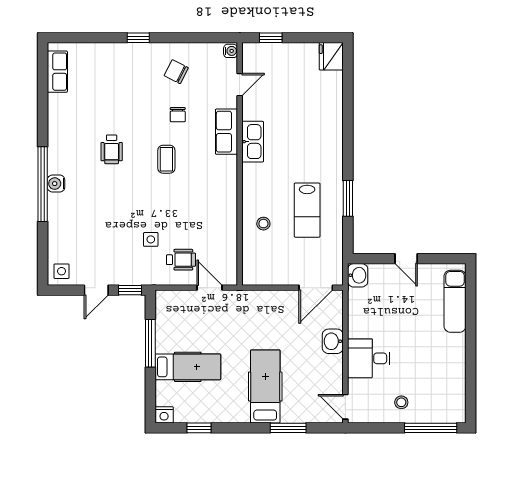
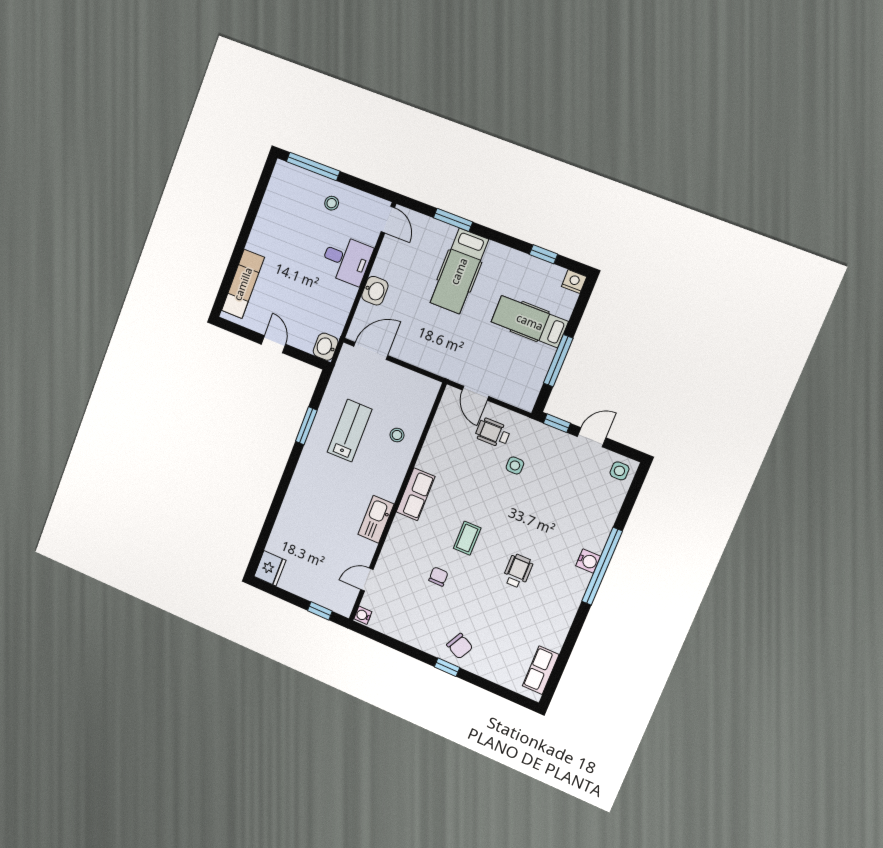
chair: (176, 72) -> (460, 646), moved
row of seats: (227, 132) -> (416, 494), moved

